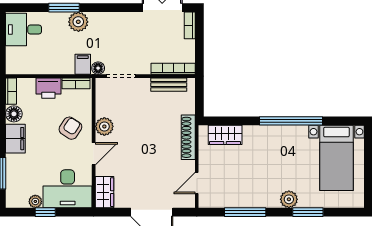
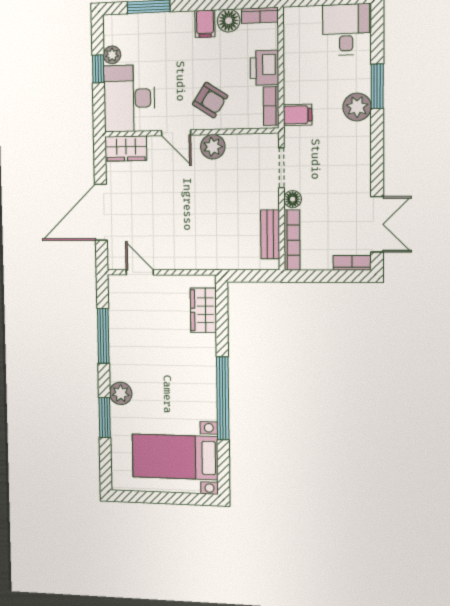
floor lamp: (98, 68) -> (293, 199), moved
shoe rack: (188, 137) -> (200, 261), removed
filing cabinet: (15, 139) -> (205, 24), width x0.50

